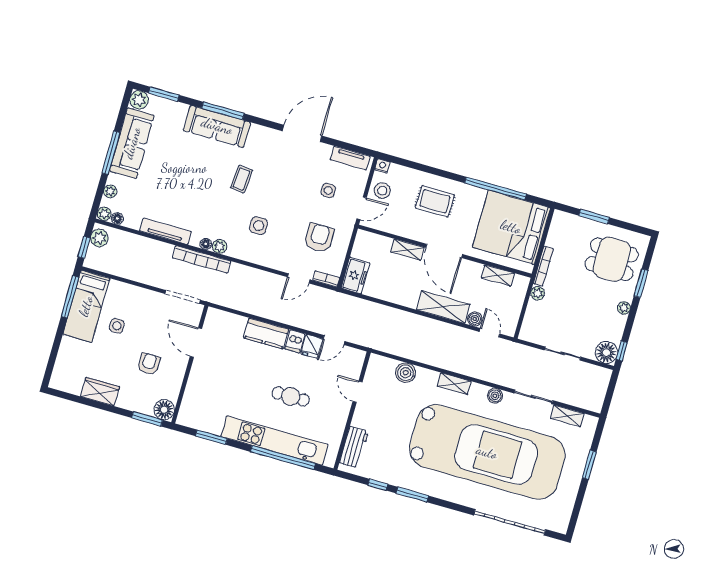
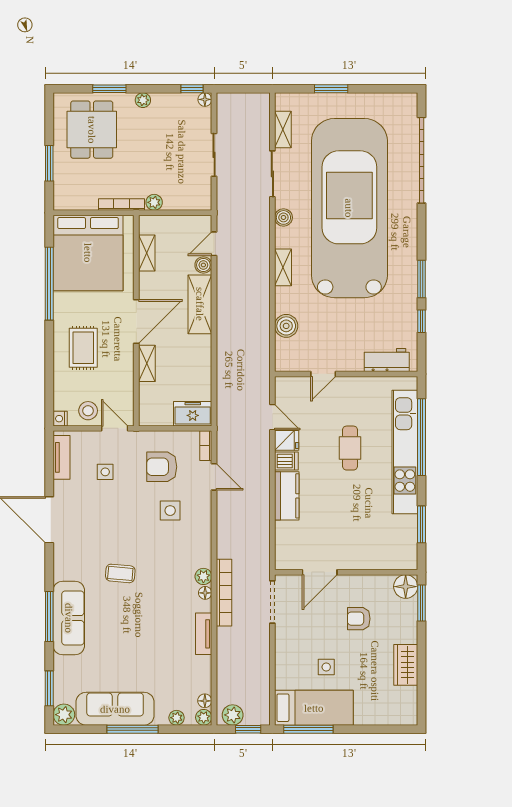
side table: (259, 226) -> (170, 511), moved
tv unit: (166, 231) -> (204, 634), width x0.71
floor lamp: (606, 352) -> (205, 99), width x0.53, depth x0.53

